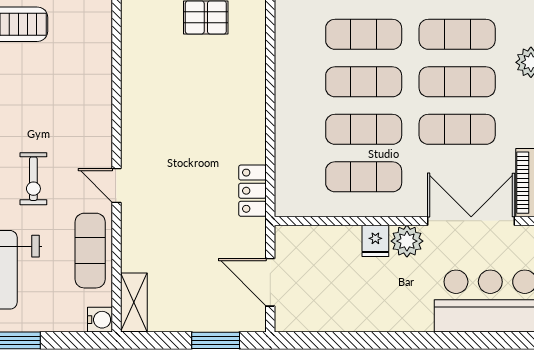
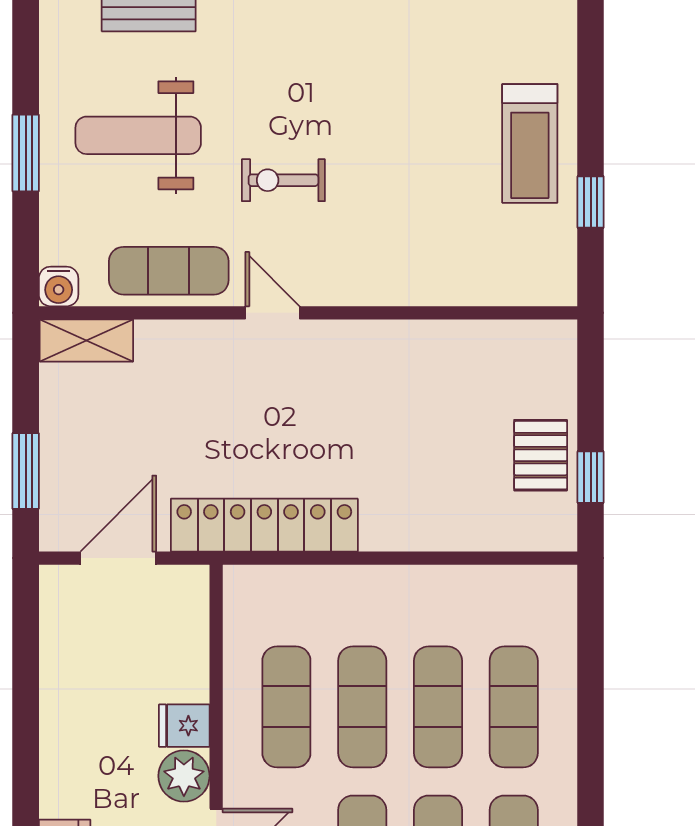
door: (117, 186) -> (273, 313), hinge flipped
locker: (253, 191) -> (264, 525), width x2.16, depth x1.21

